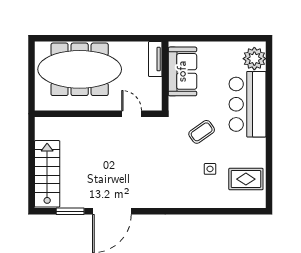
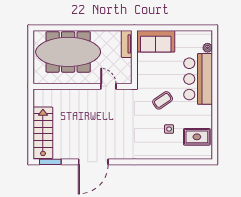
plant: (254, 59) -> (208, 48), width x0.53, depth x0.53
sofa: (182, 71) -> (156, 41), moved, turned 90
window: (70, 211) -> (50, 162), moved

